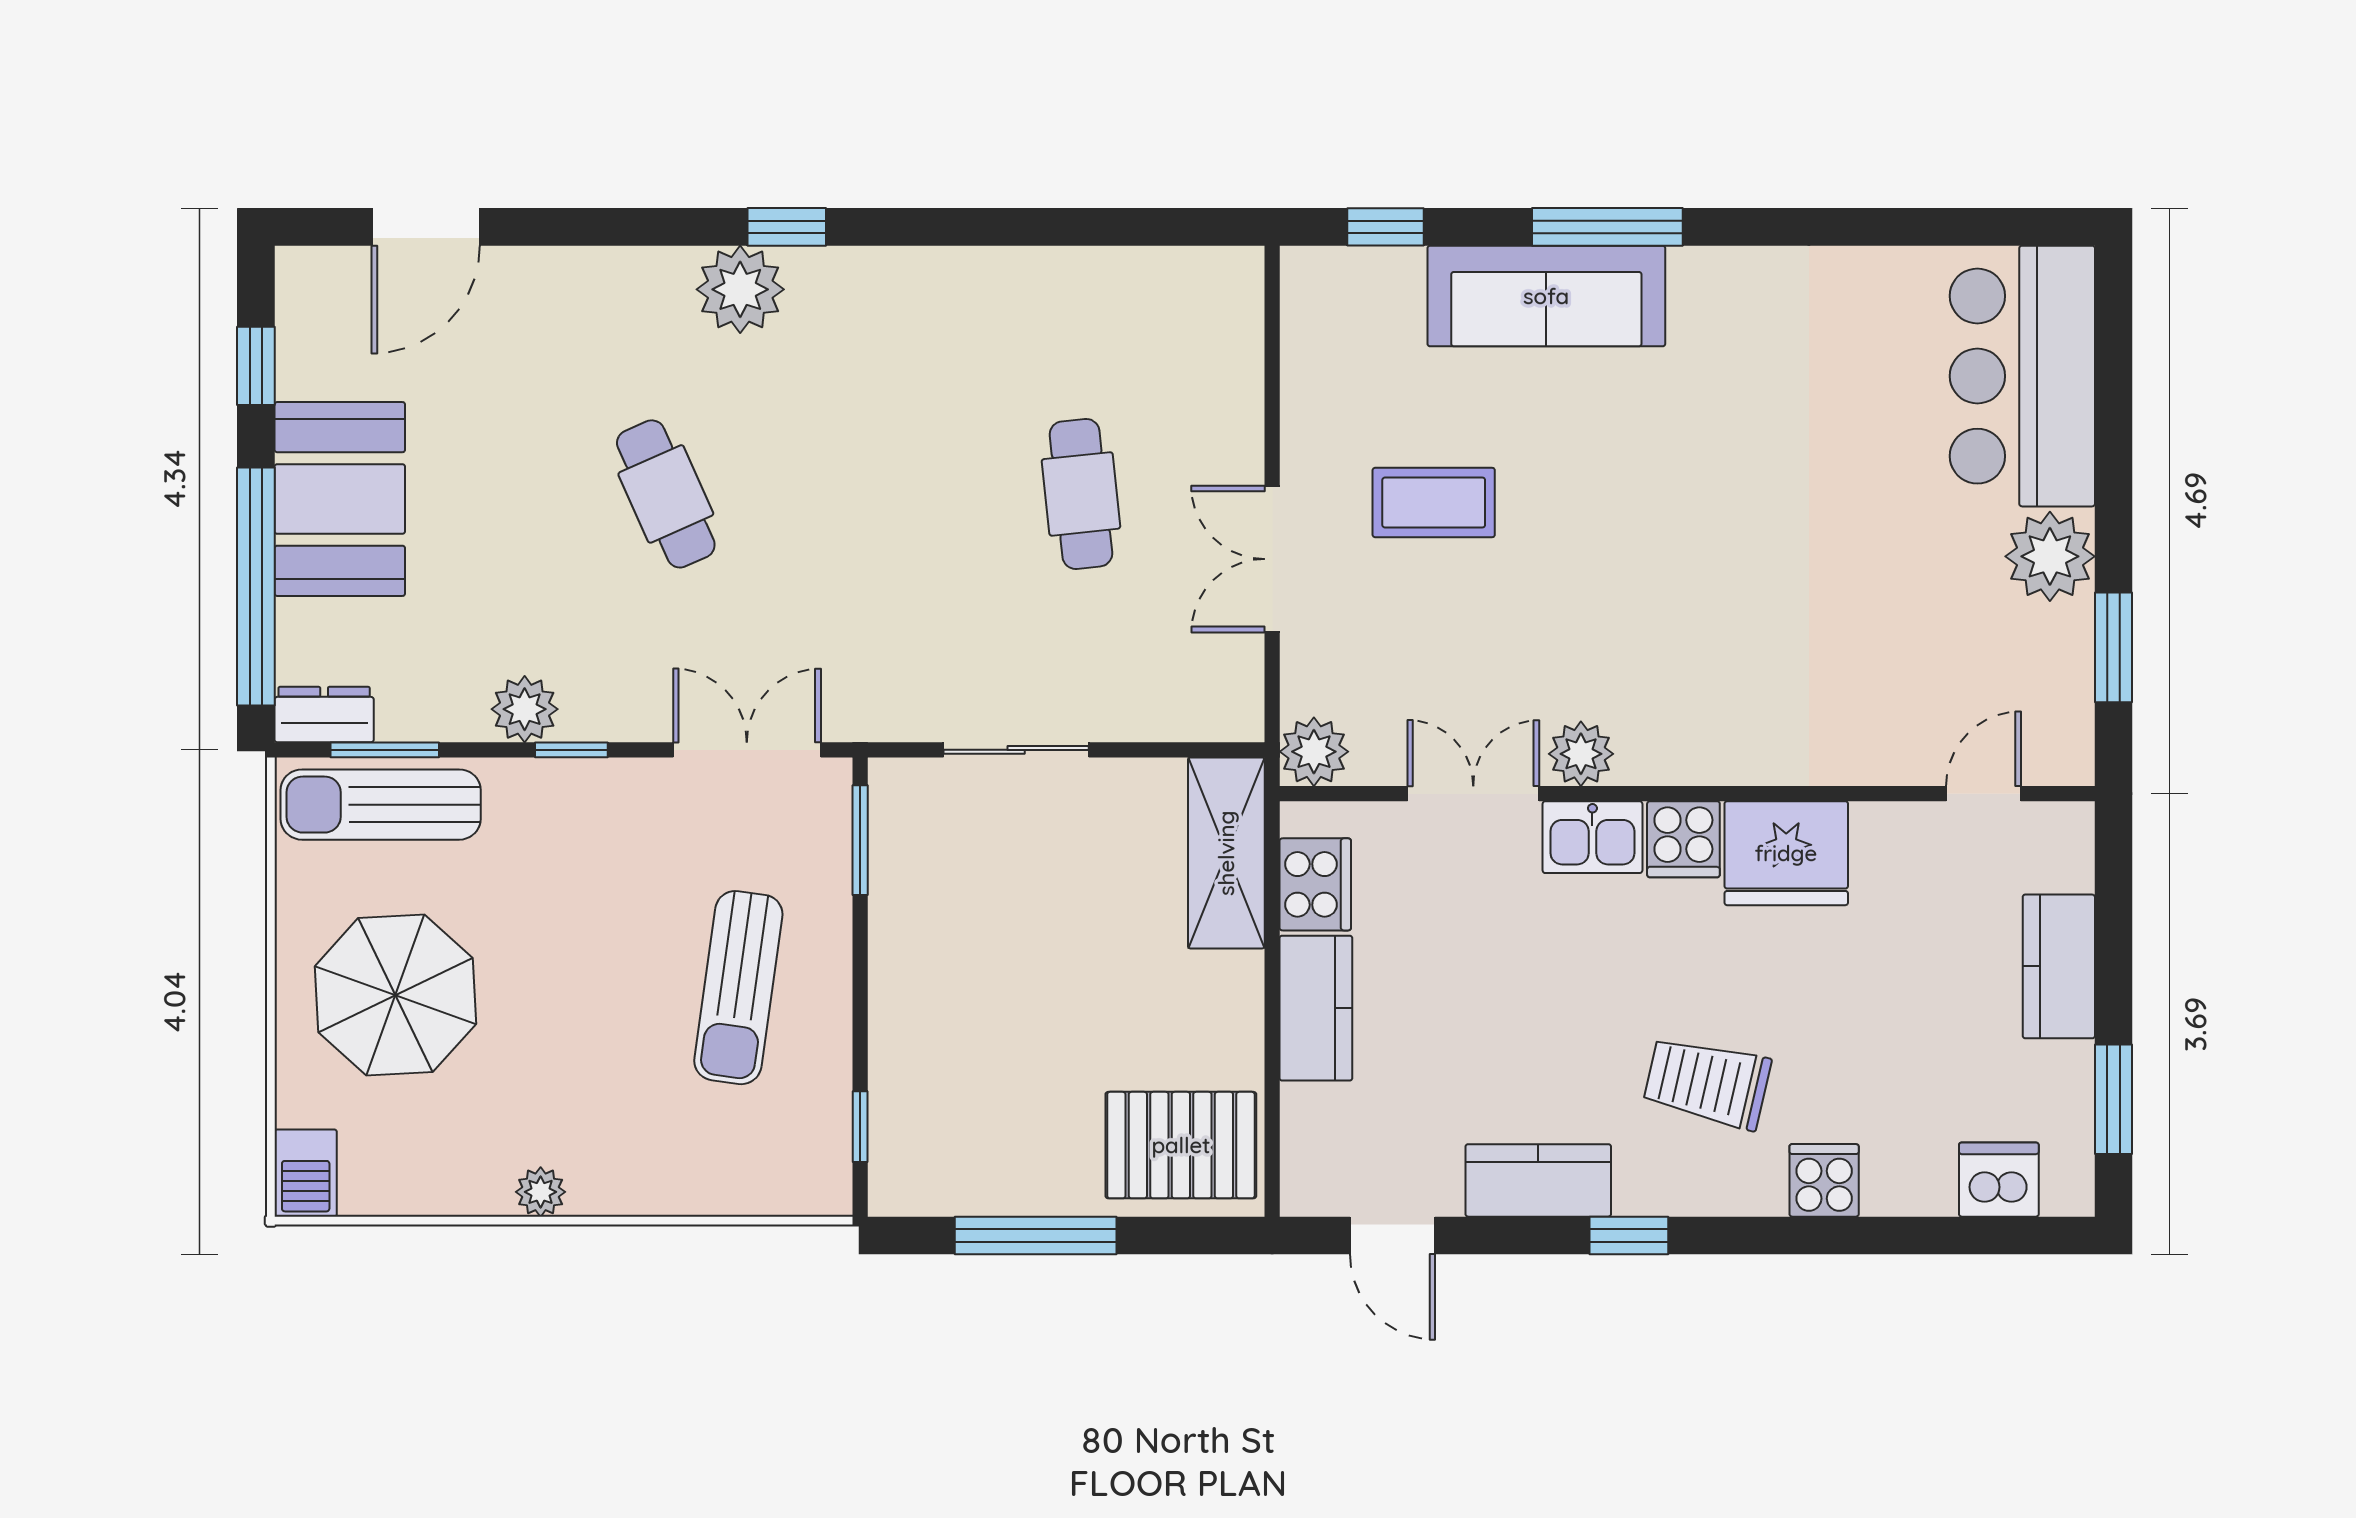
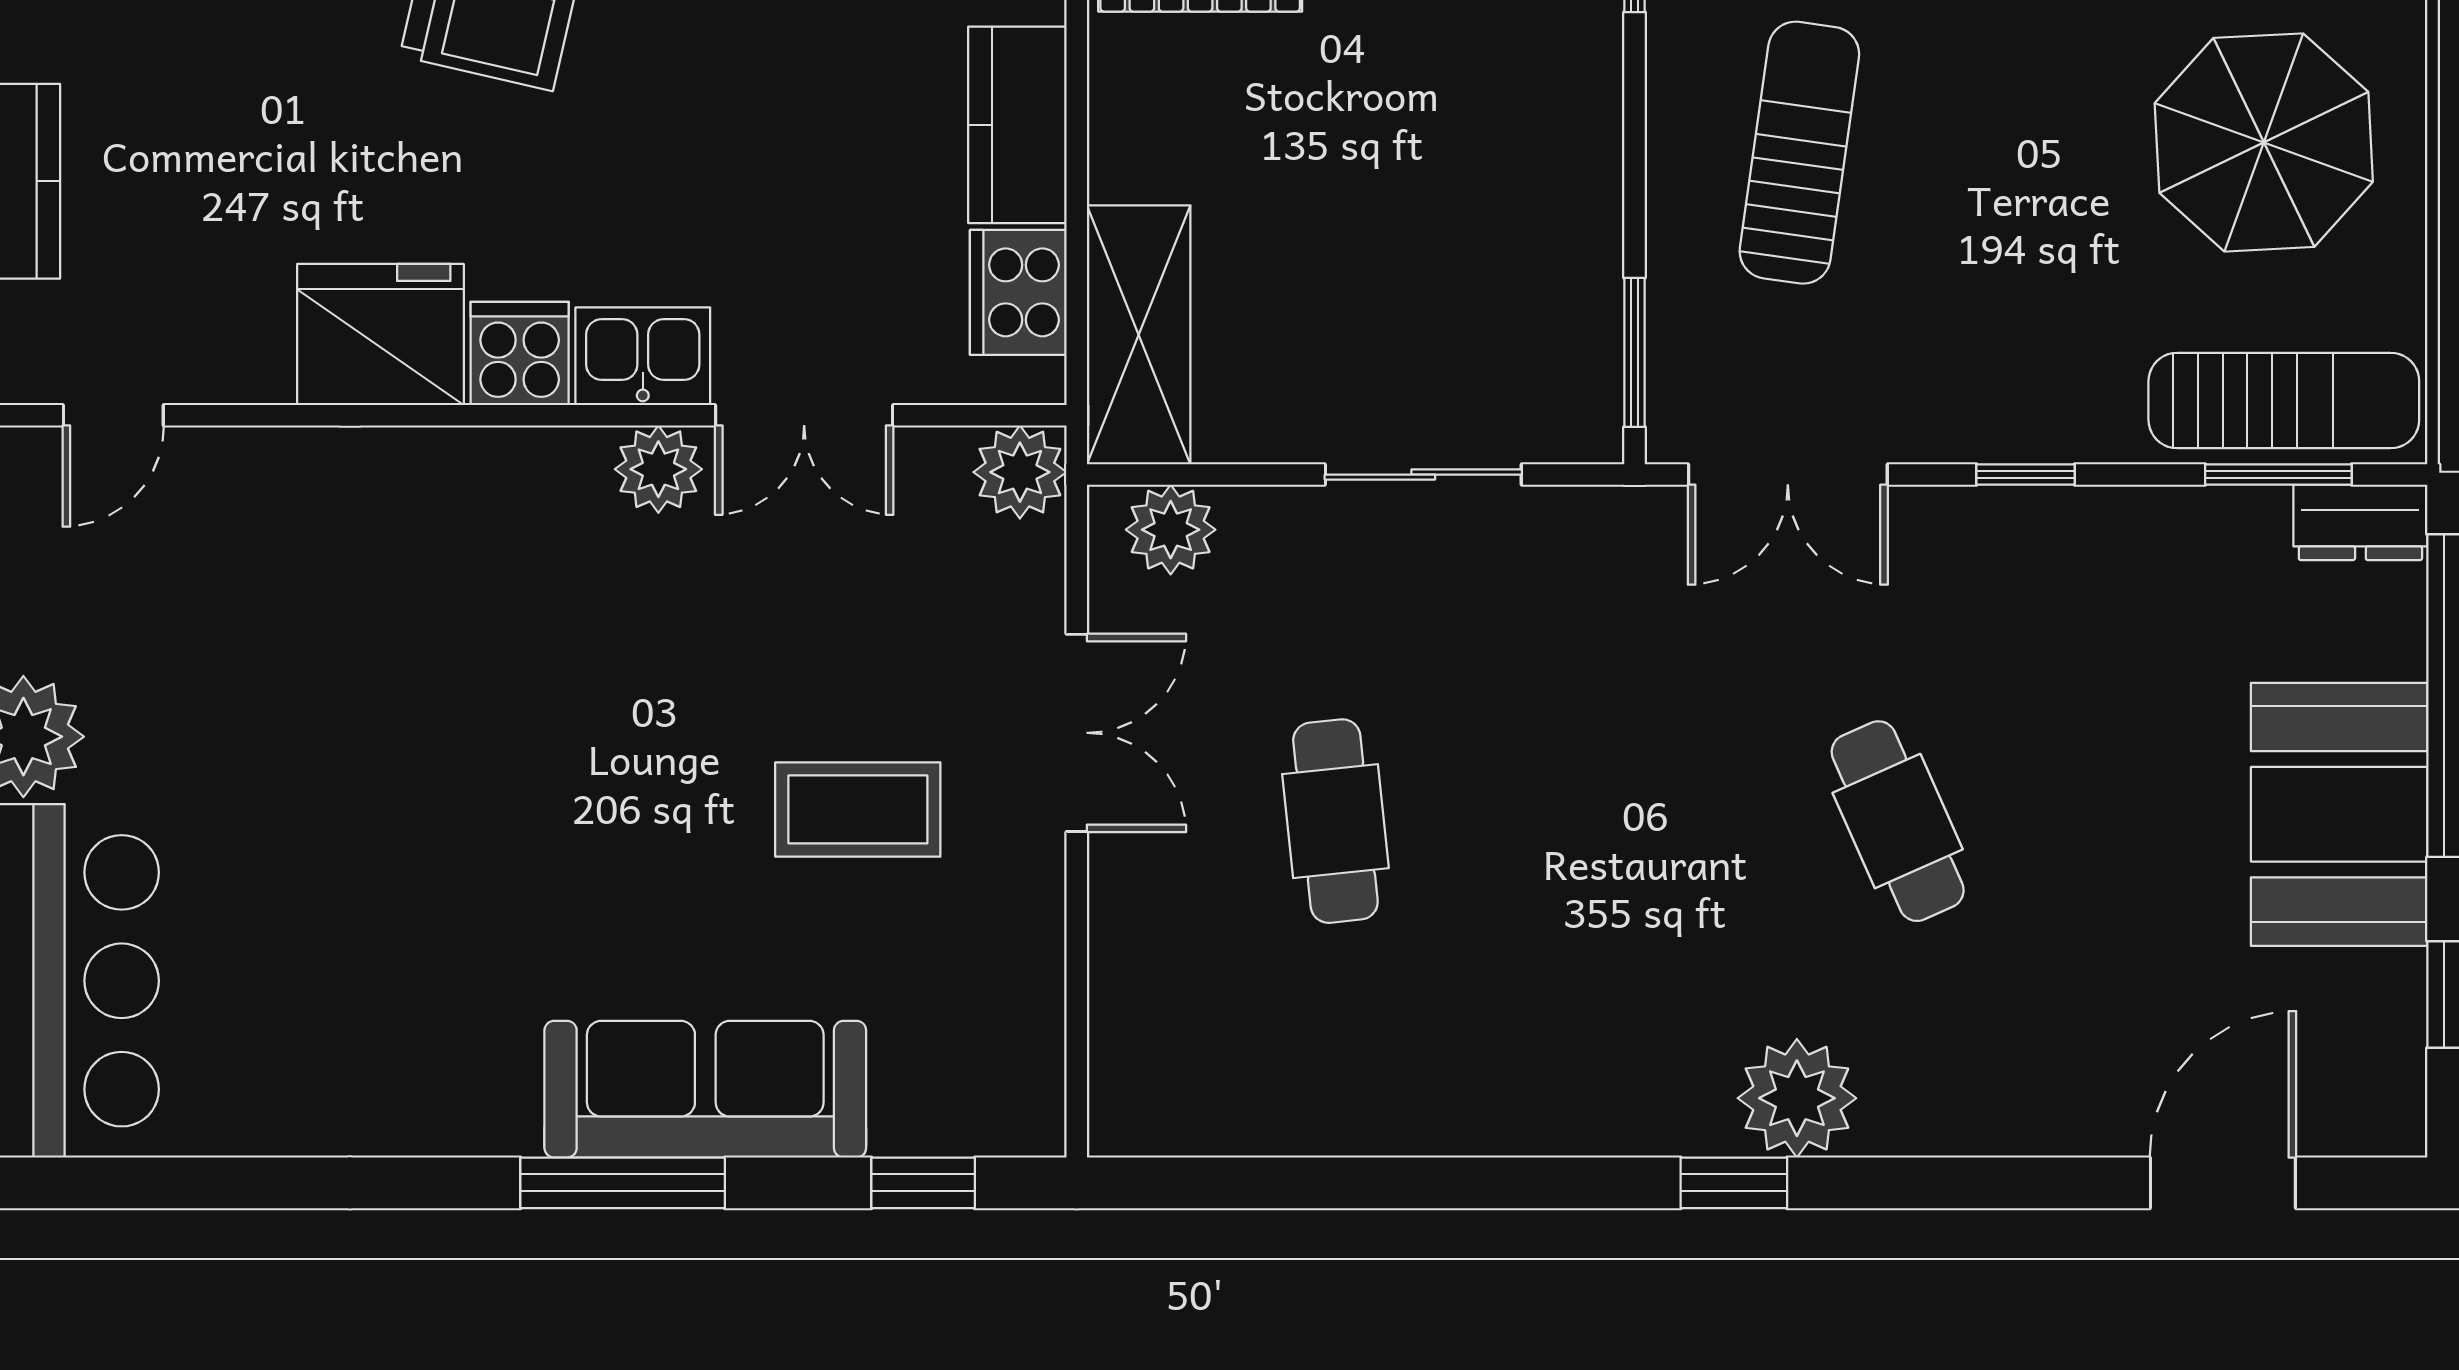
plant: (525, 709) -> (1171, 530), moved

